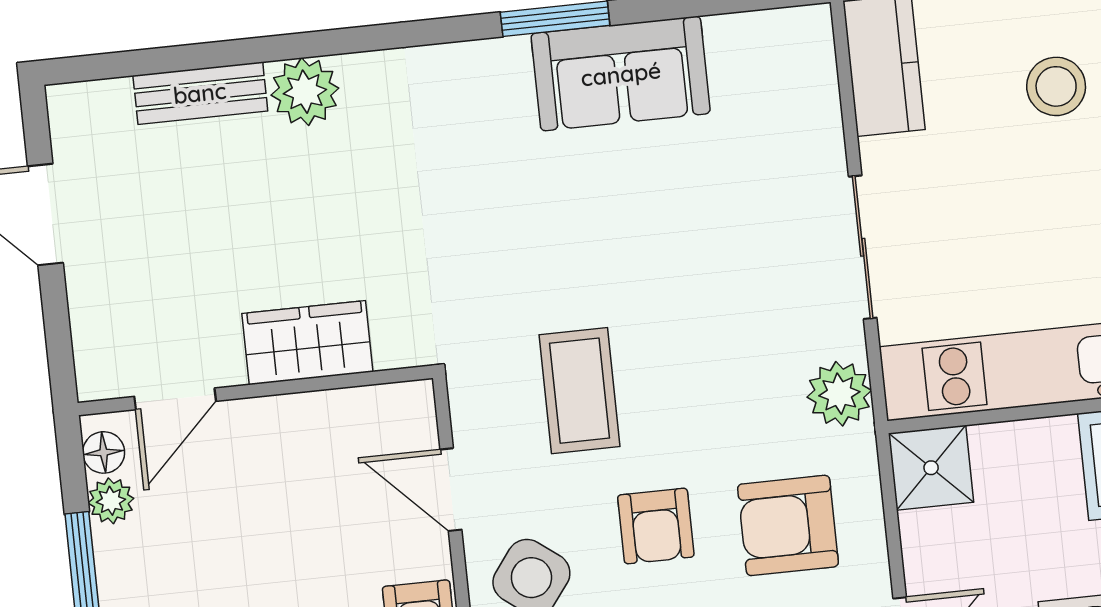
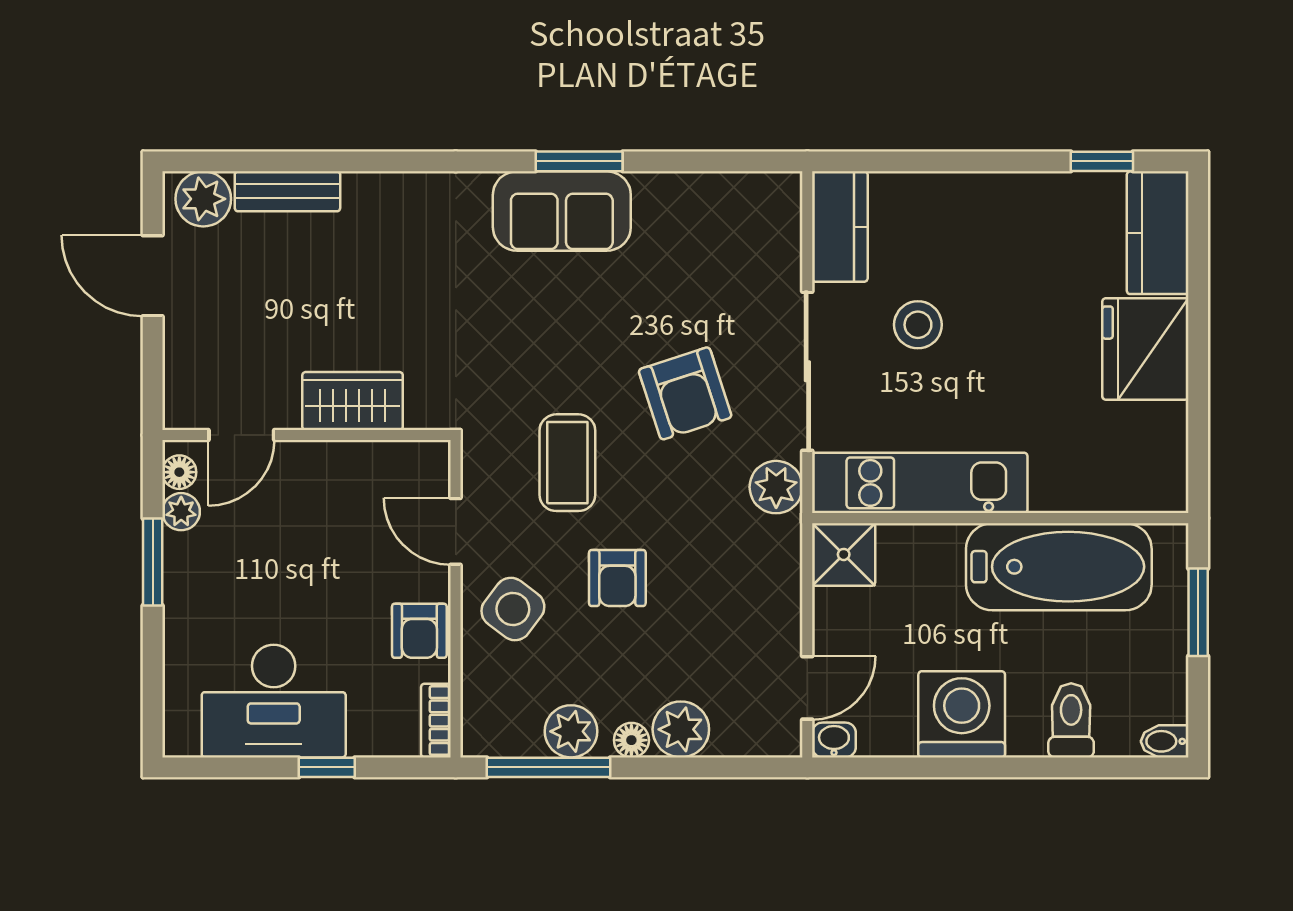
sofa: (621, 74) -> (562, 211), moved
stool: (1056, 86) -> (918, 325), moved
plant: (305, 92) -> (203, 199), moved
sliding door: (863, 247) -> (807, 371), width x1.37
armchair: (788, 525) -> (685, 393), moved, turned -108

